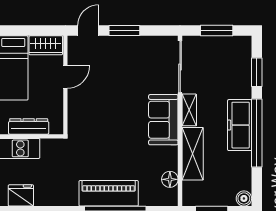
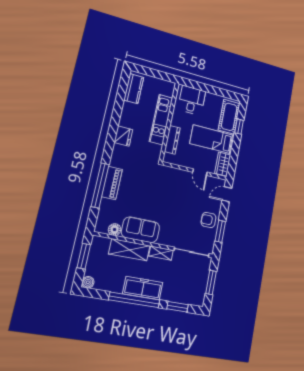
door: (88, 31) -> (227, 194), swing flipped
window: (124, 31) -> (220, 231), moved
armchair: (131, 51) -> (208, 220), added
sofa: (163, 120) -> (141, 230), moved
piano: (109, 193) -> (112, 183), width x0.73, depth x0.75
fridge: (21, 195) -> (123, 136), moved

